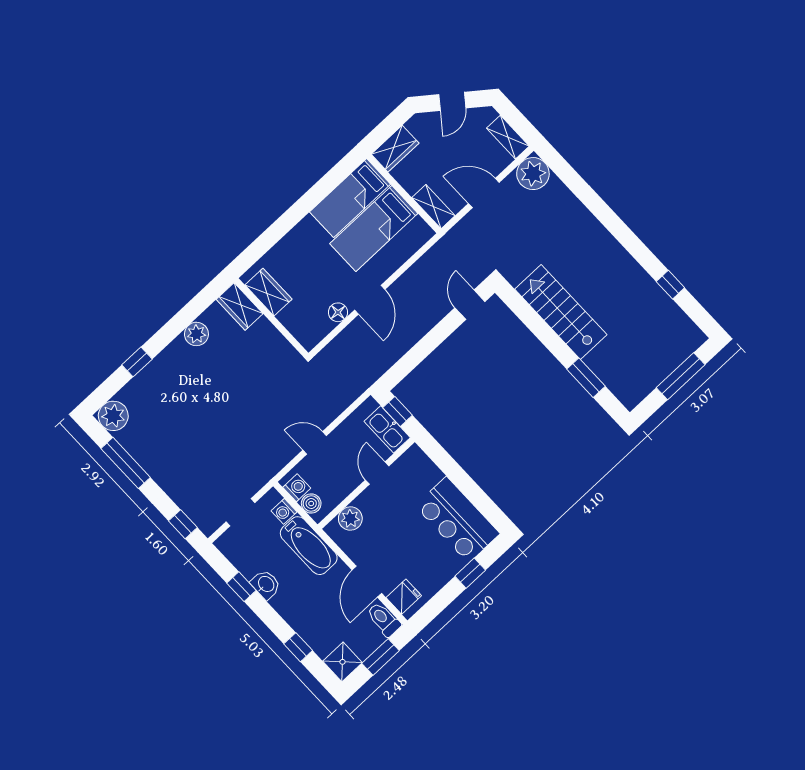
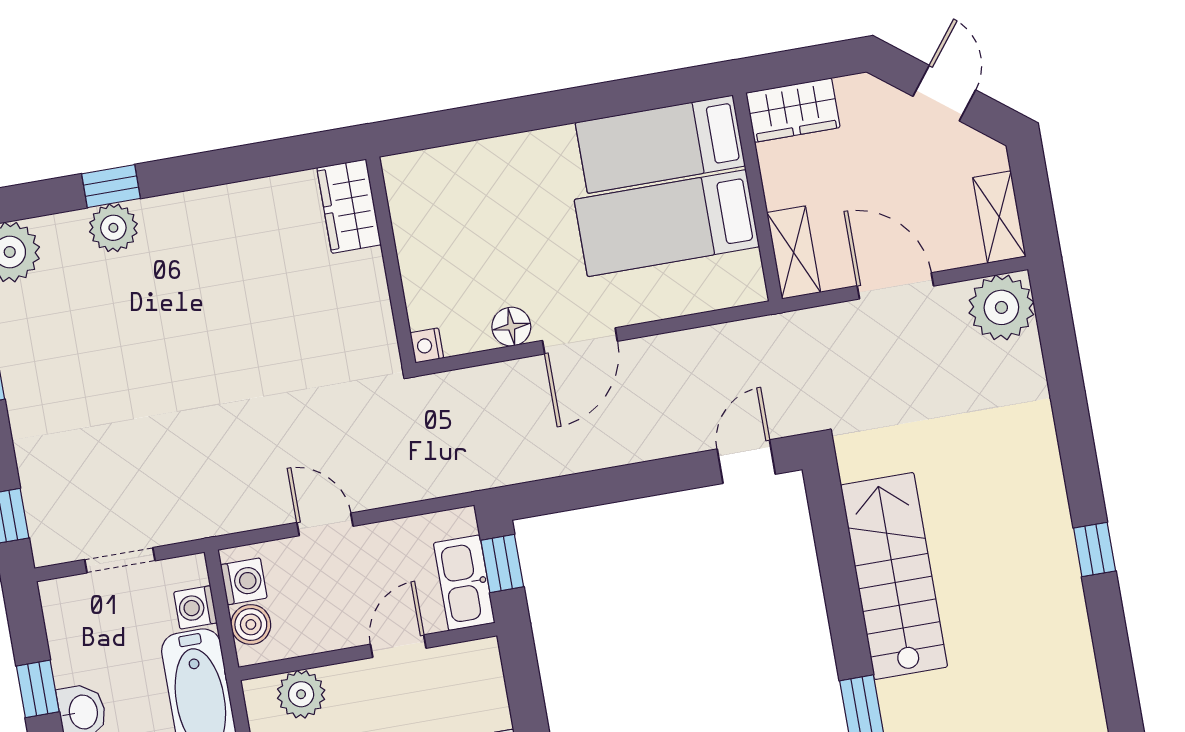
door: (452, 101) -> (944, 93), swing flipped
window: (670, 285) -> (1095, 550), moved
wardrobe: (268, 292) -> (415, 214), removed
plant: (196, 334) -> (113, 228), moved
nightstand: (309, 343) -> (427, 345), added

